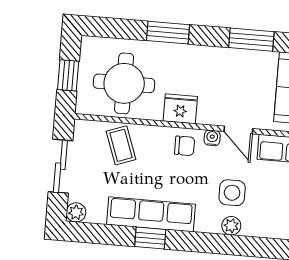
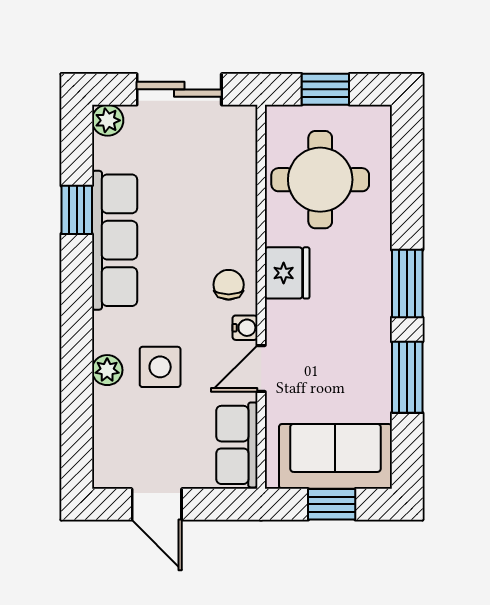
window: (168, 33) -> (407, 284), moved
coffee table: (121, 145) -> (221, 183), removed
chair: (185, 146) -> (229, 285), turned 180
window: (150, 238) -> (77, 210), moved

